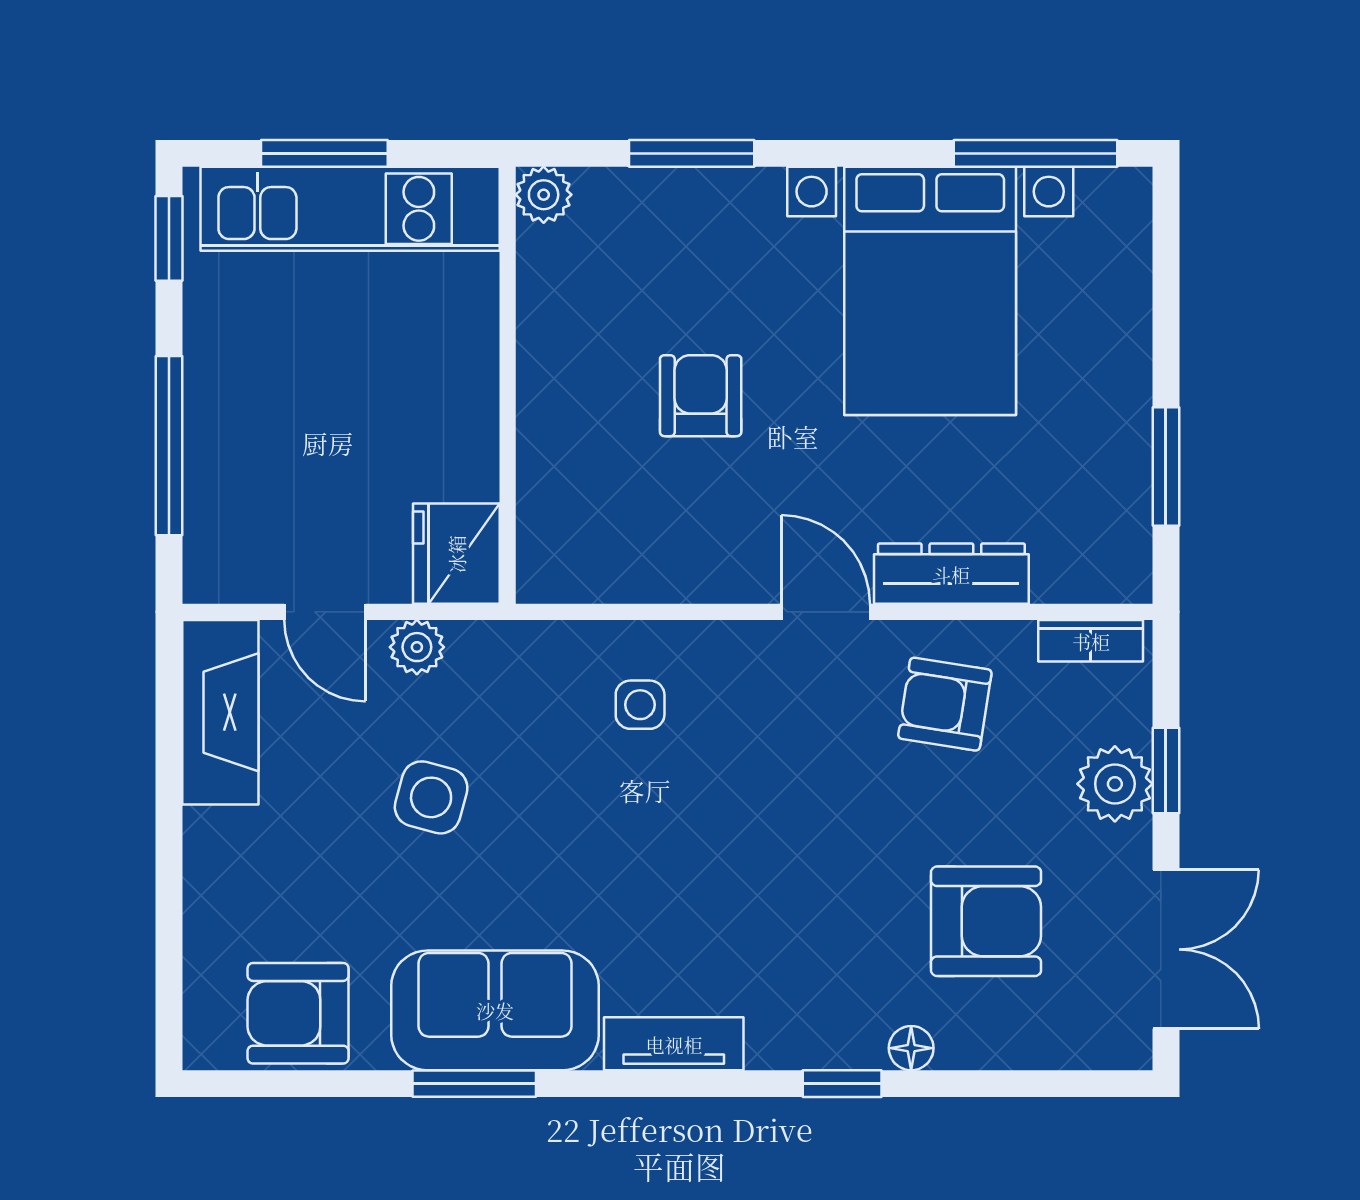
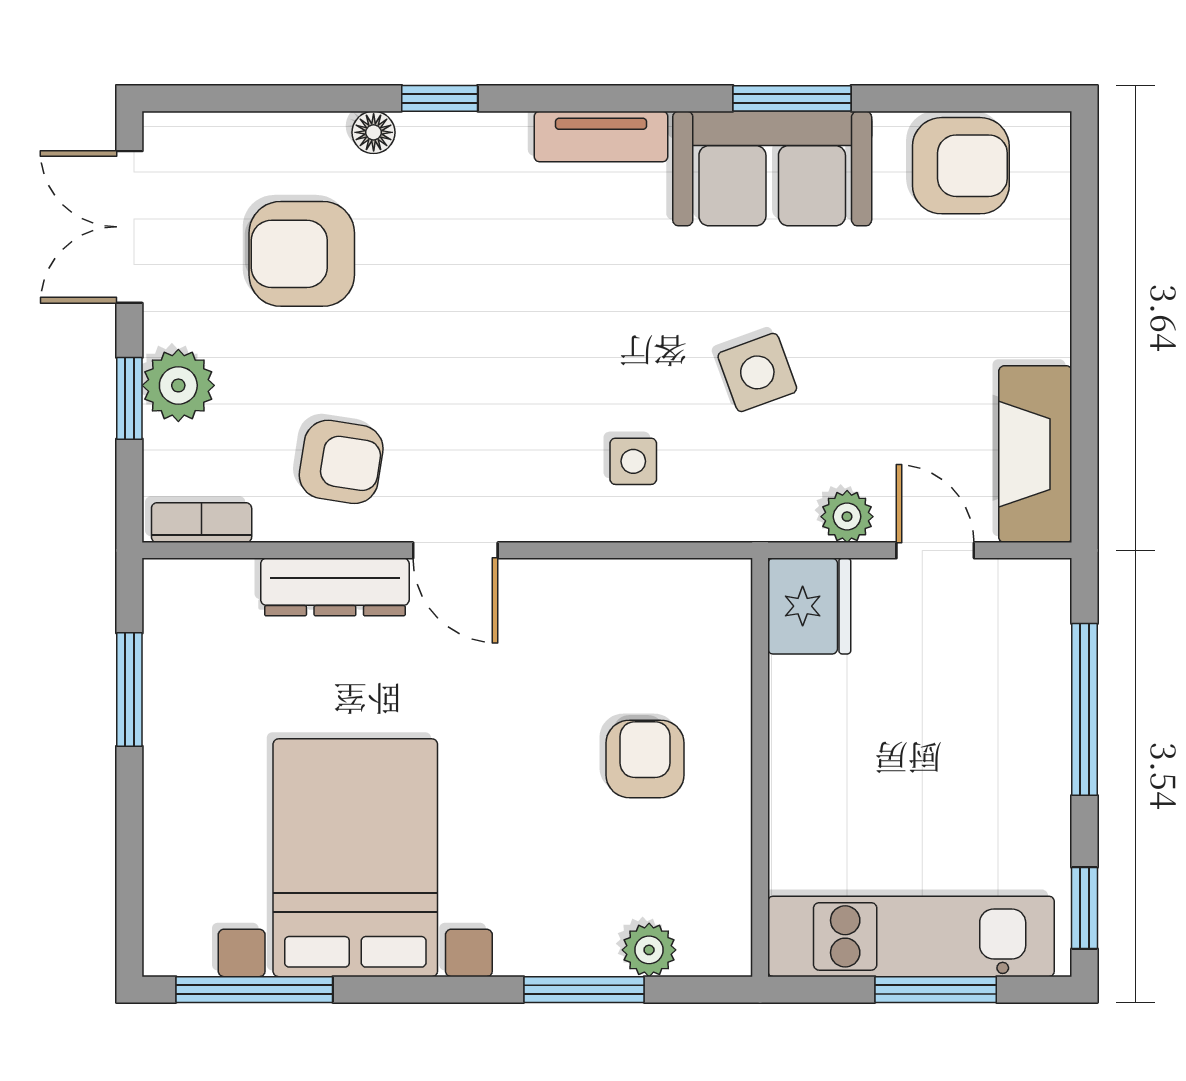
plant: (544, 195) -> (649, 950), moved
armchair: (701, 396) -> (645, 759), moved, turned 180
side table: (431, 797) -> (757, 372), moved, turned -35

